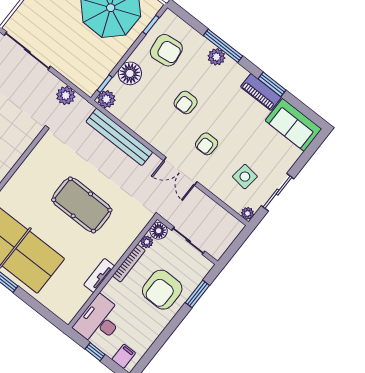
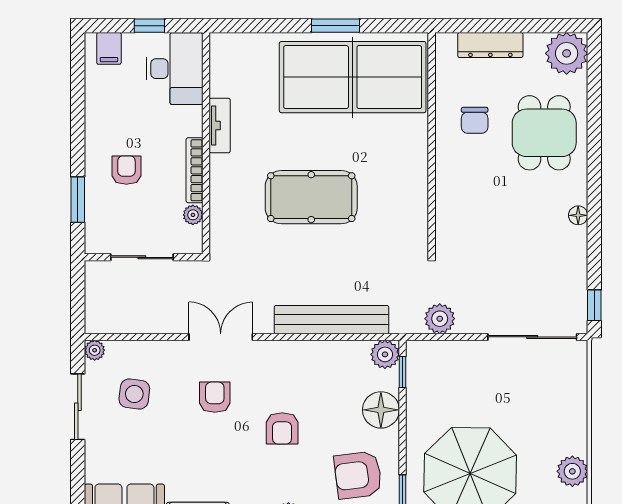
armchair: (186, 103) -> (282, 428), turned 180
floor lamp: (159, 231) -> (189, 241), removed
armchair: (162, 290) -> (126, 170), width x0.53, depth x0.53

